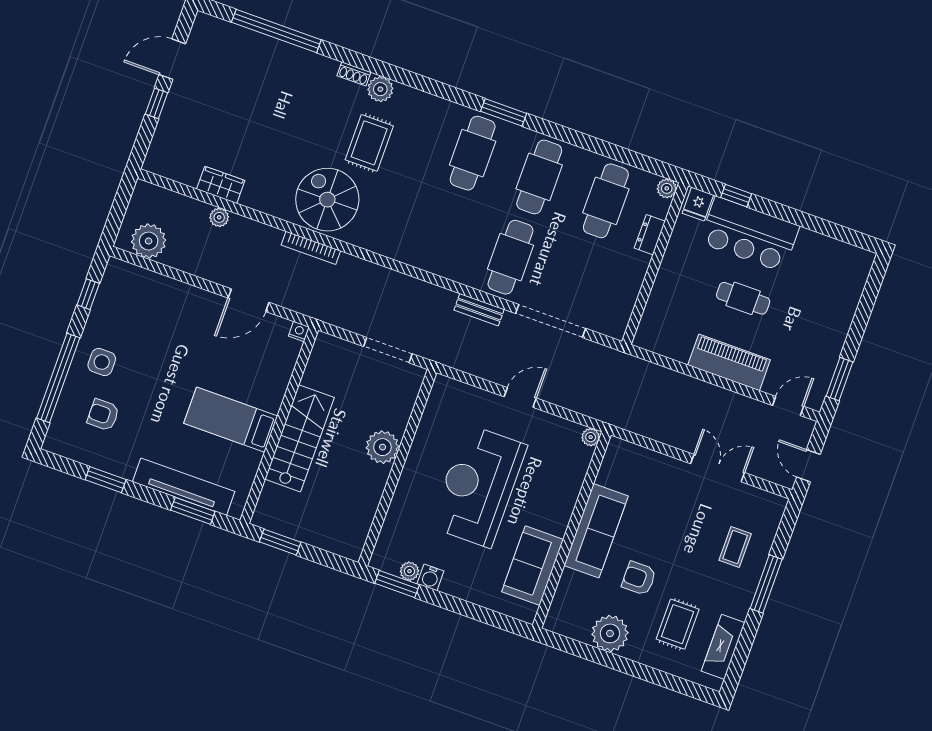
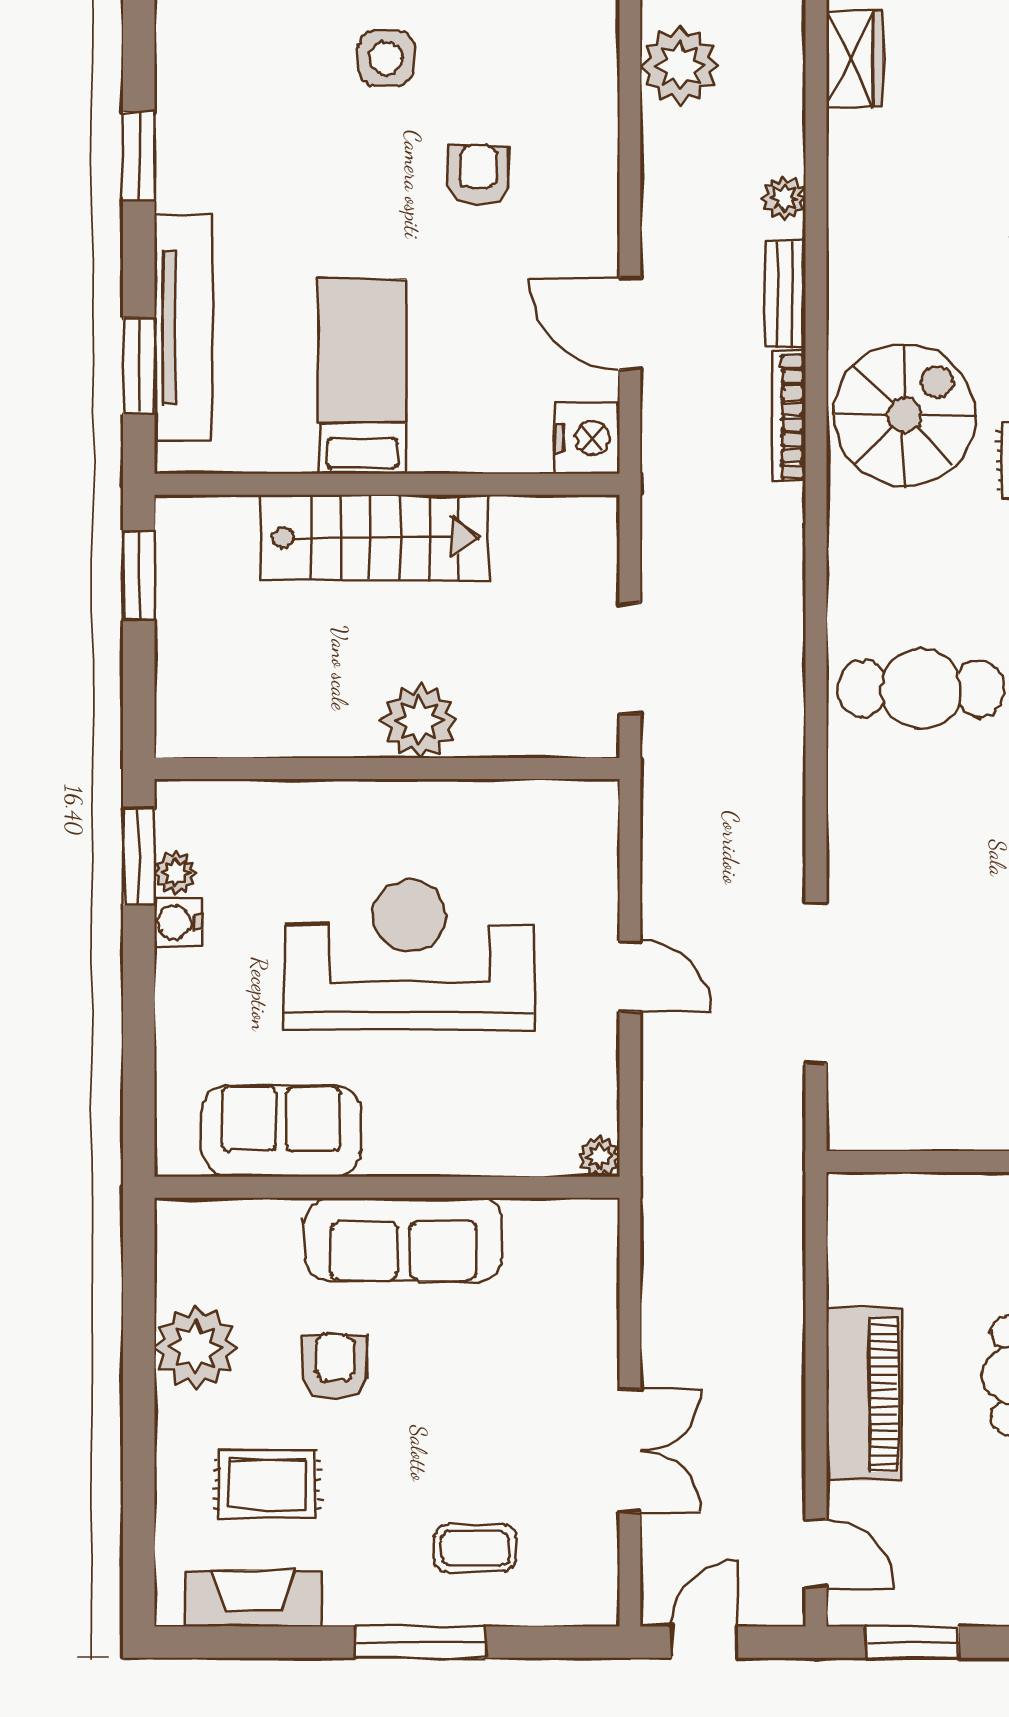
wardrobe: (221, 185) -> (854, 59), moved
cafe table: (510, 257) -> (921, 689), moved
bench: (479, 310) -> (785, 294), moved
nightstand: (299, 332) -> (587, 438), width x1.89, depth x1.79
armchair: (103, 415) -> (478, 175), moved

